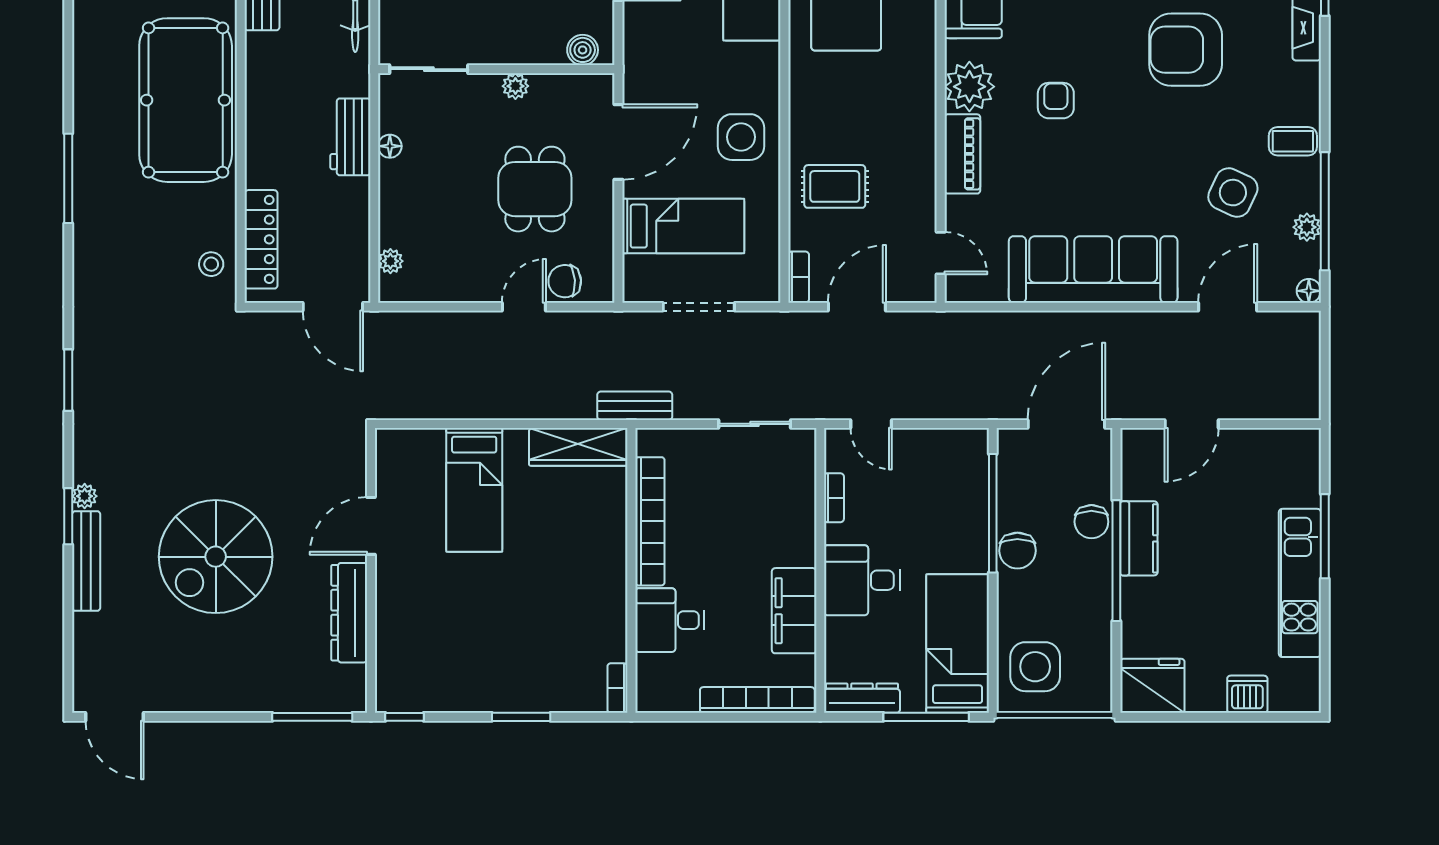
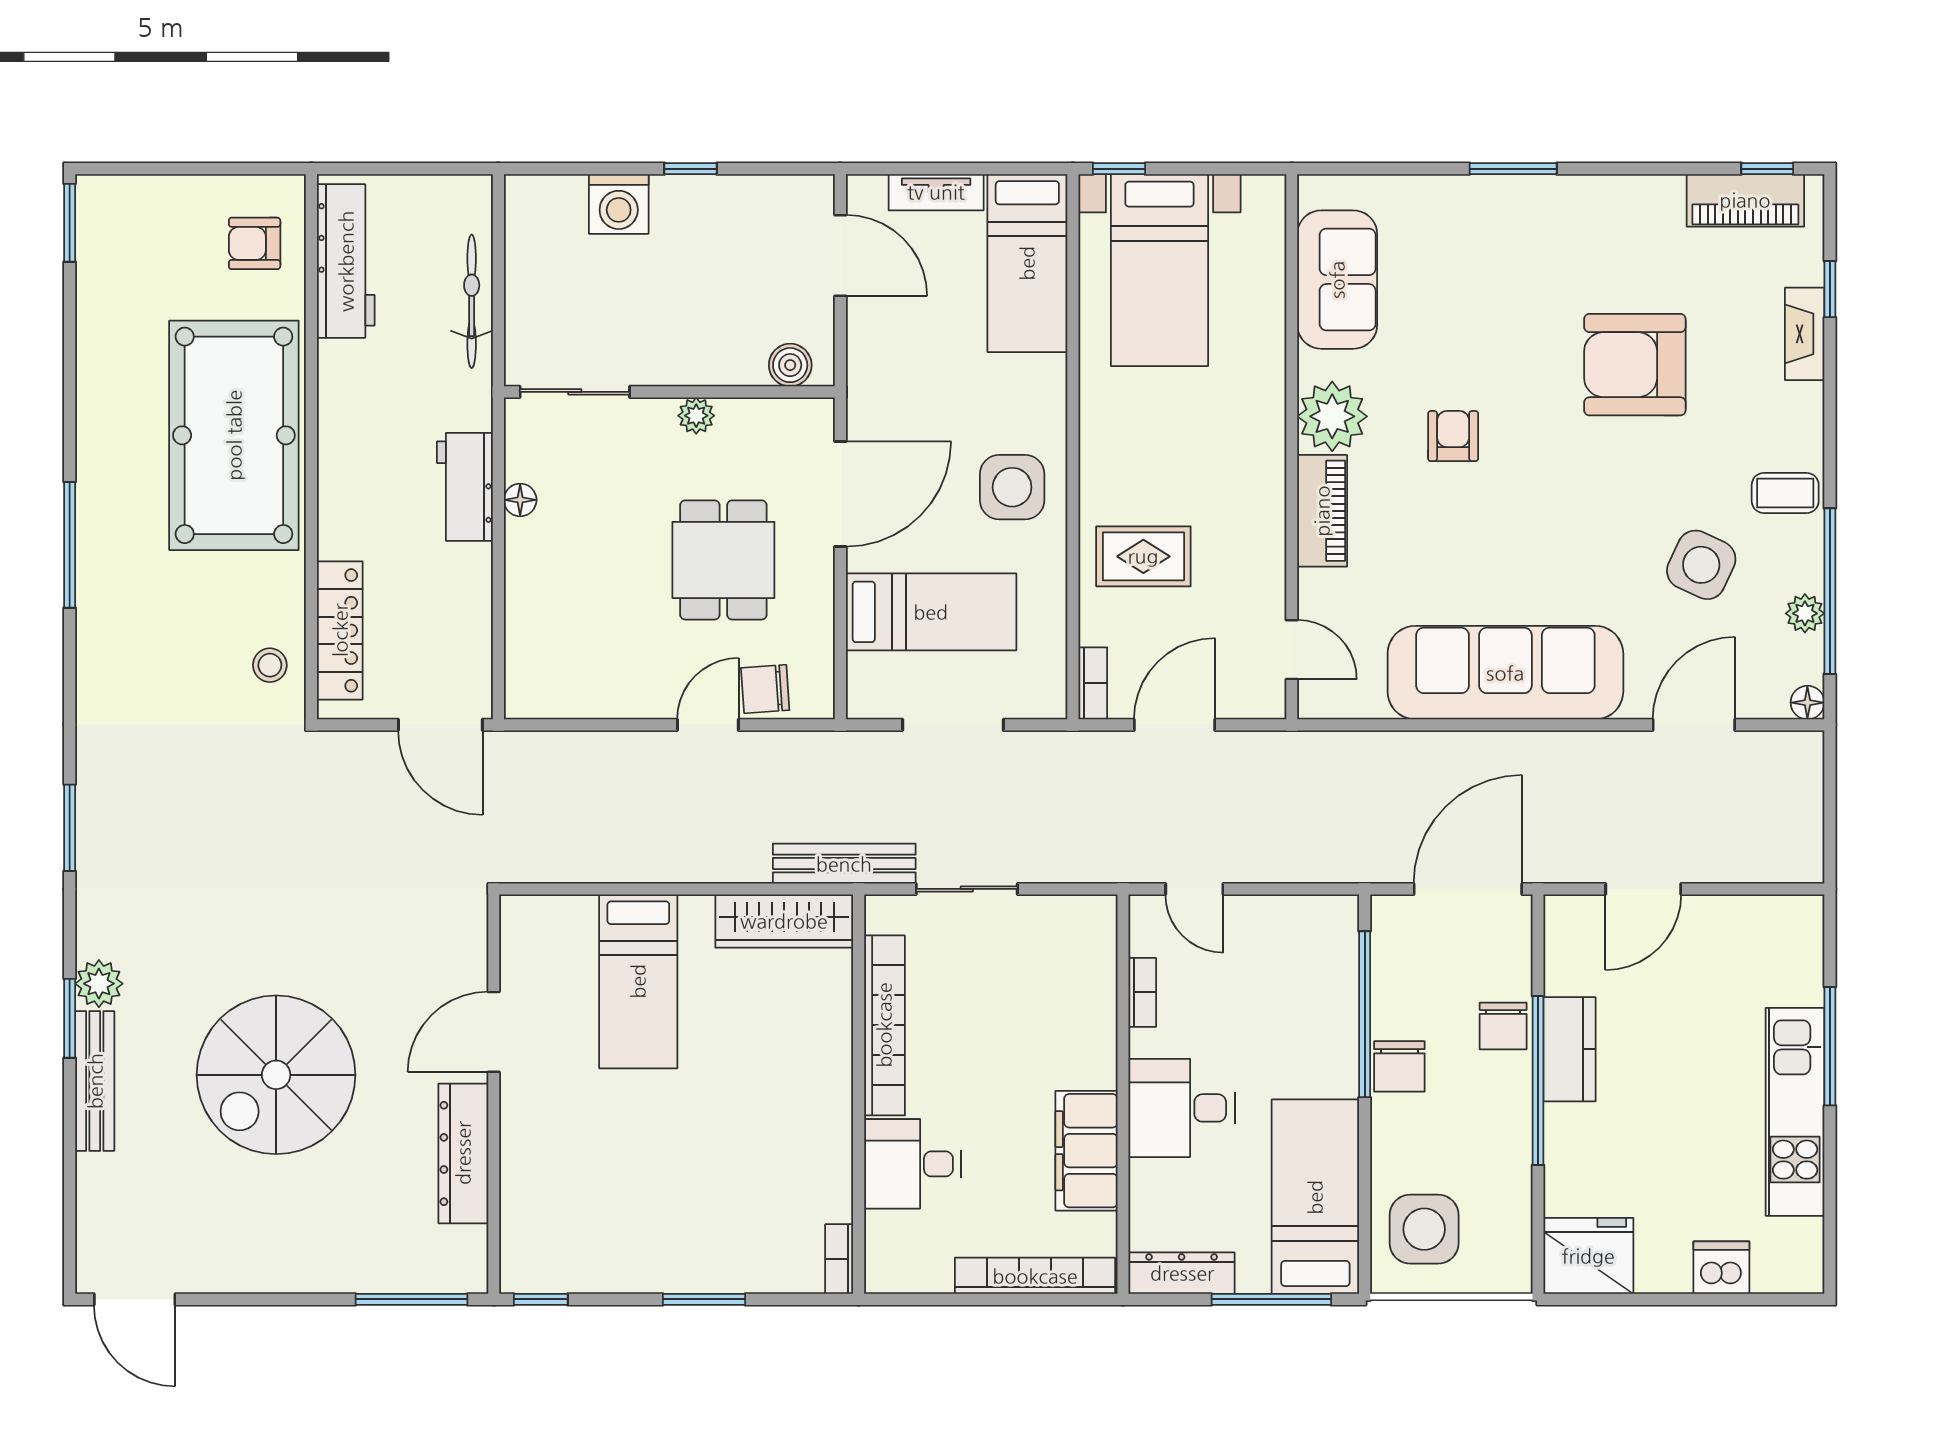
plant: (390, 261) -> (521, 661), removed
bench: (635, 406) -> (844, 864), width x1.36
sliding door: (755, 424) -> (967, 889), moved
plant: (85, 496) -> (99, 984), width x1.38, depth x1.38

